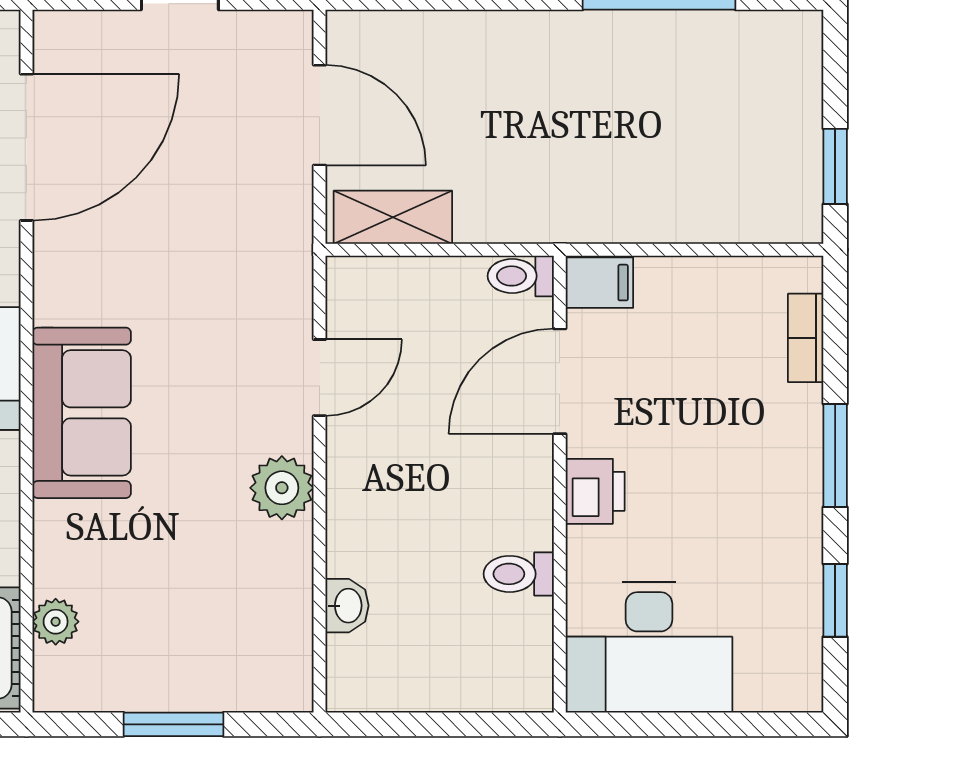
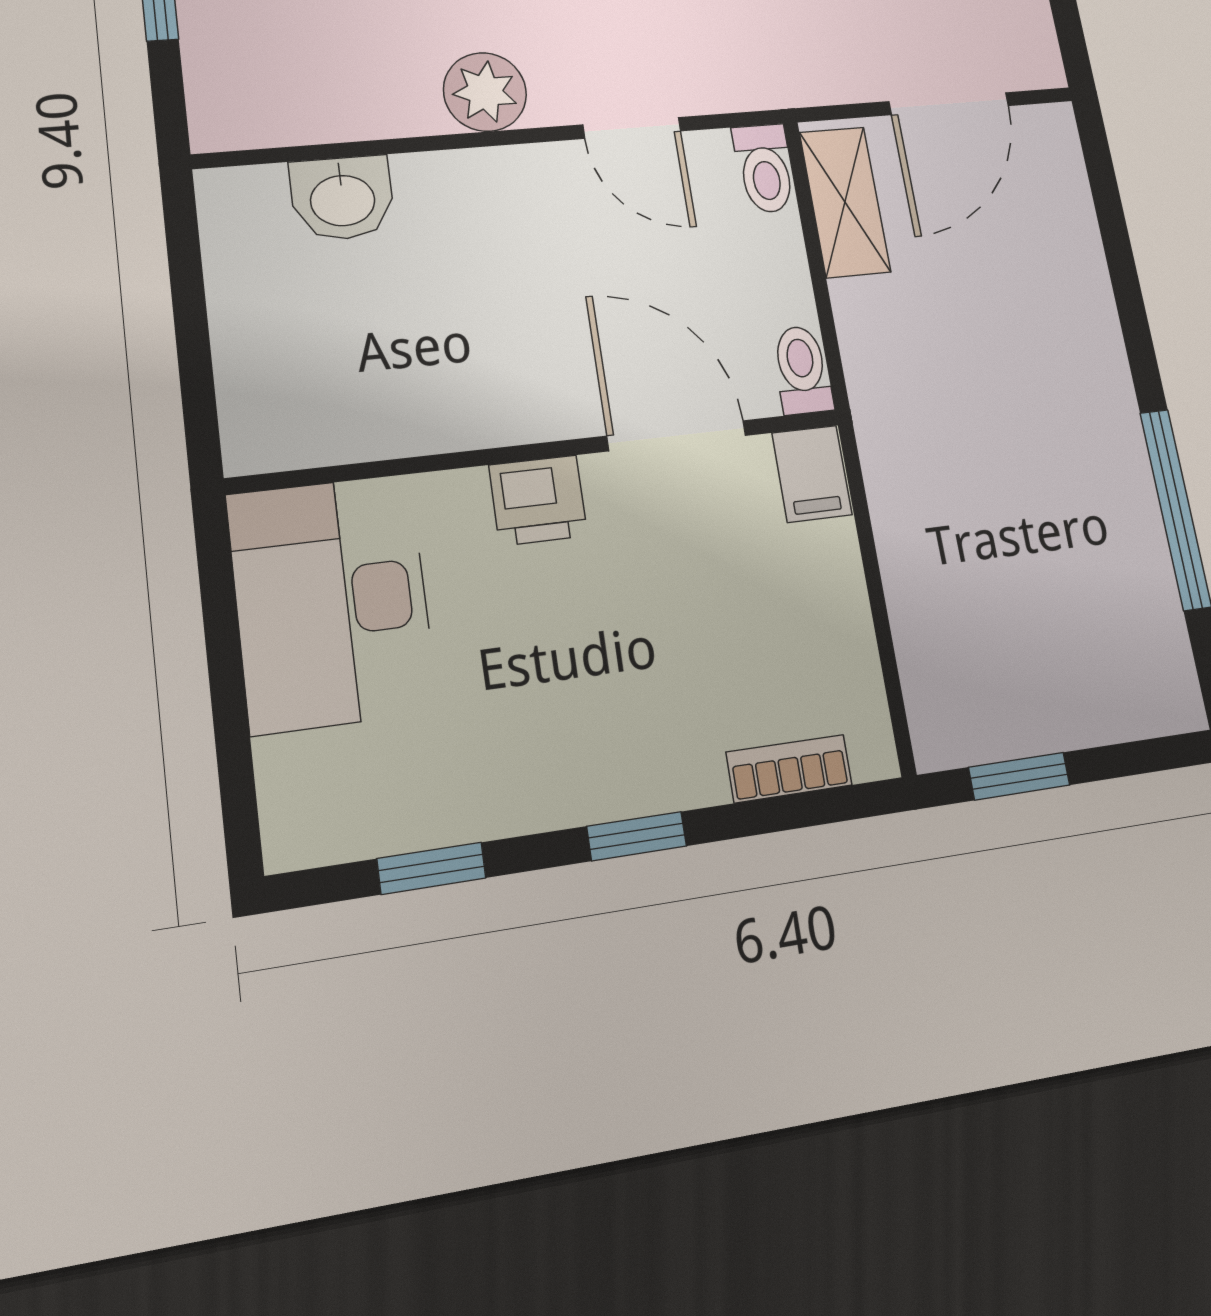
window: (835, 455) -> (637, 836), width x0.67
toilet: (519, 574) -> (765, 168), moved, turned 180
washbasin: (347, 606) -> (342, 198), width x1.38, depth x1.45

